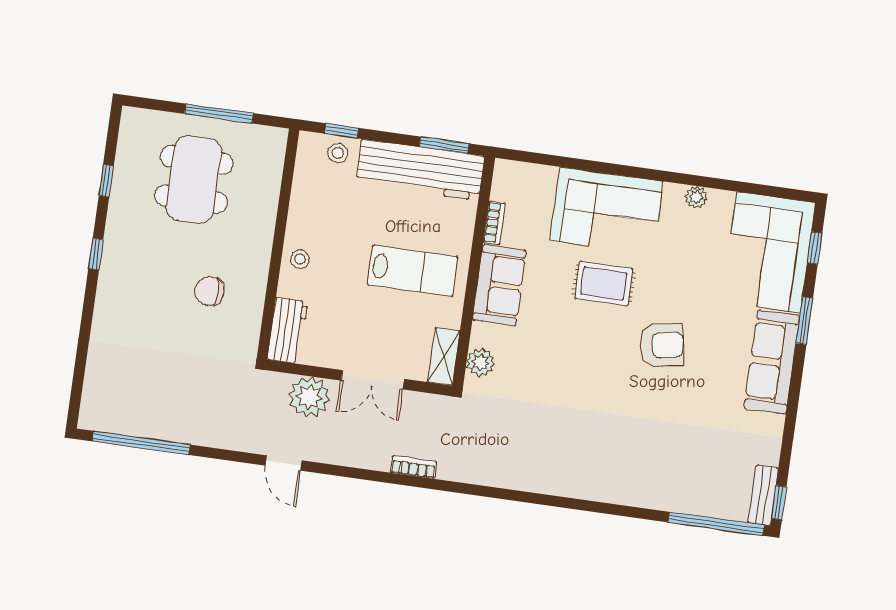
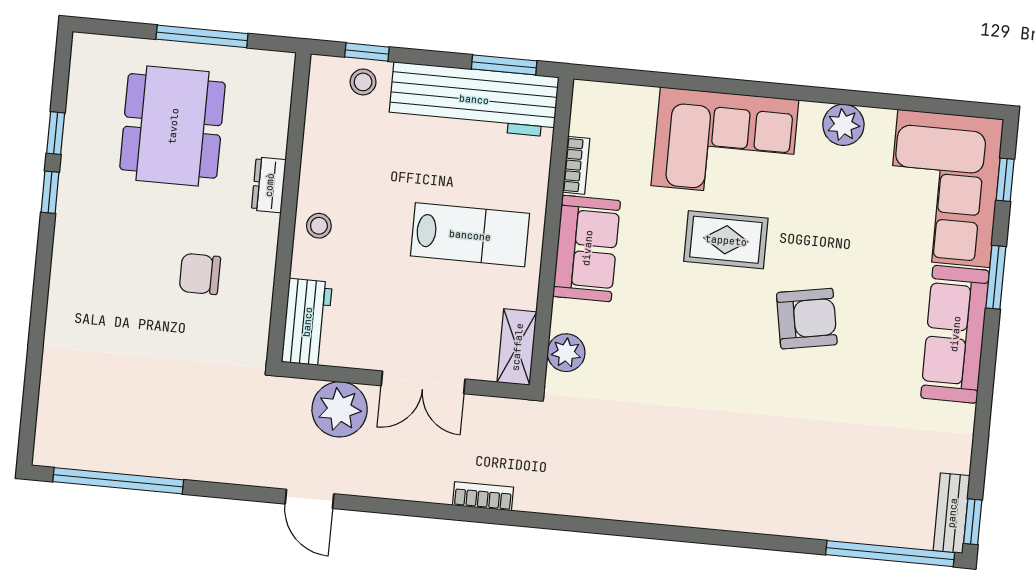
plant: (696, 197) -> (843, 125), width x1.38, depth x1.38
dresser: (264, 227) -> (269, 185), added
window: (96, 254) -> (50, 192), moved

